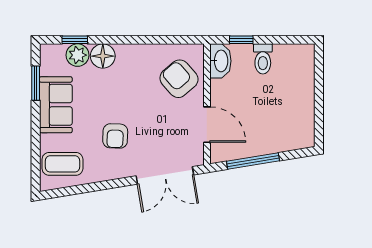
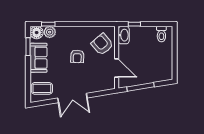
floor lamp: (103, 56) -> (37, 33), moved
toilet: (263, 59) -> (161, 34), moved
armchair: (115, 136) -> (77, 56), moved
double door: (165, 175) -> (72, 98), moved

